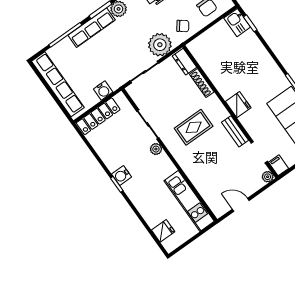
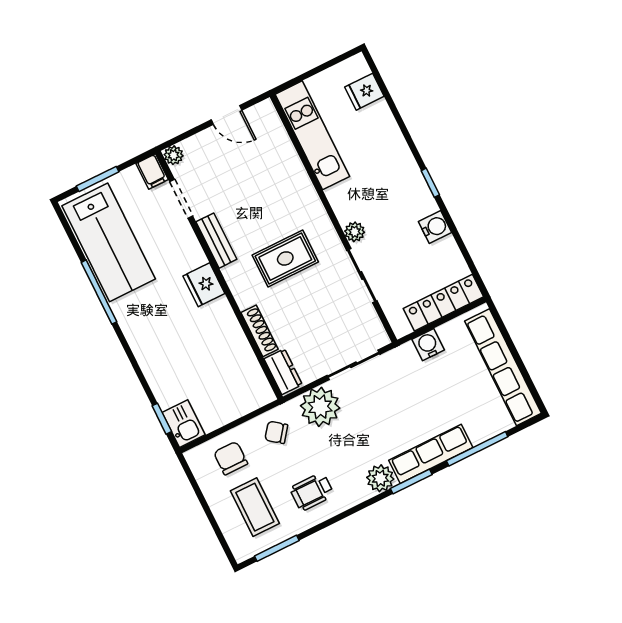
water cooler: (122, 176) -> (435, 227), moved

